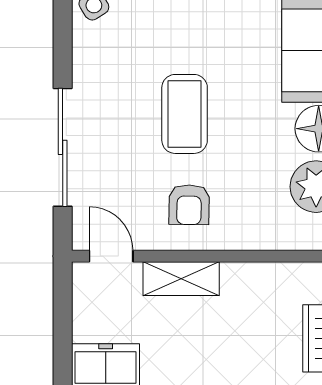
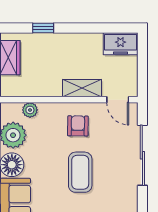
plant: (283, 236) -> (30, 110), added

